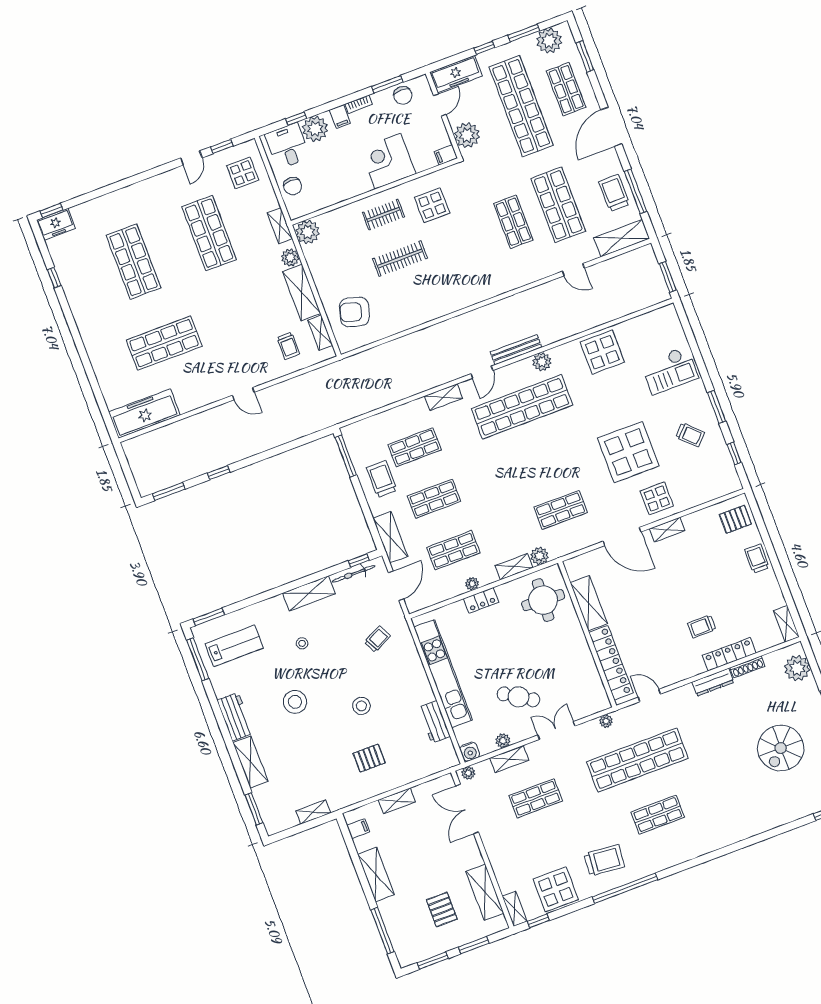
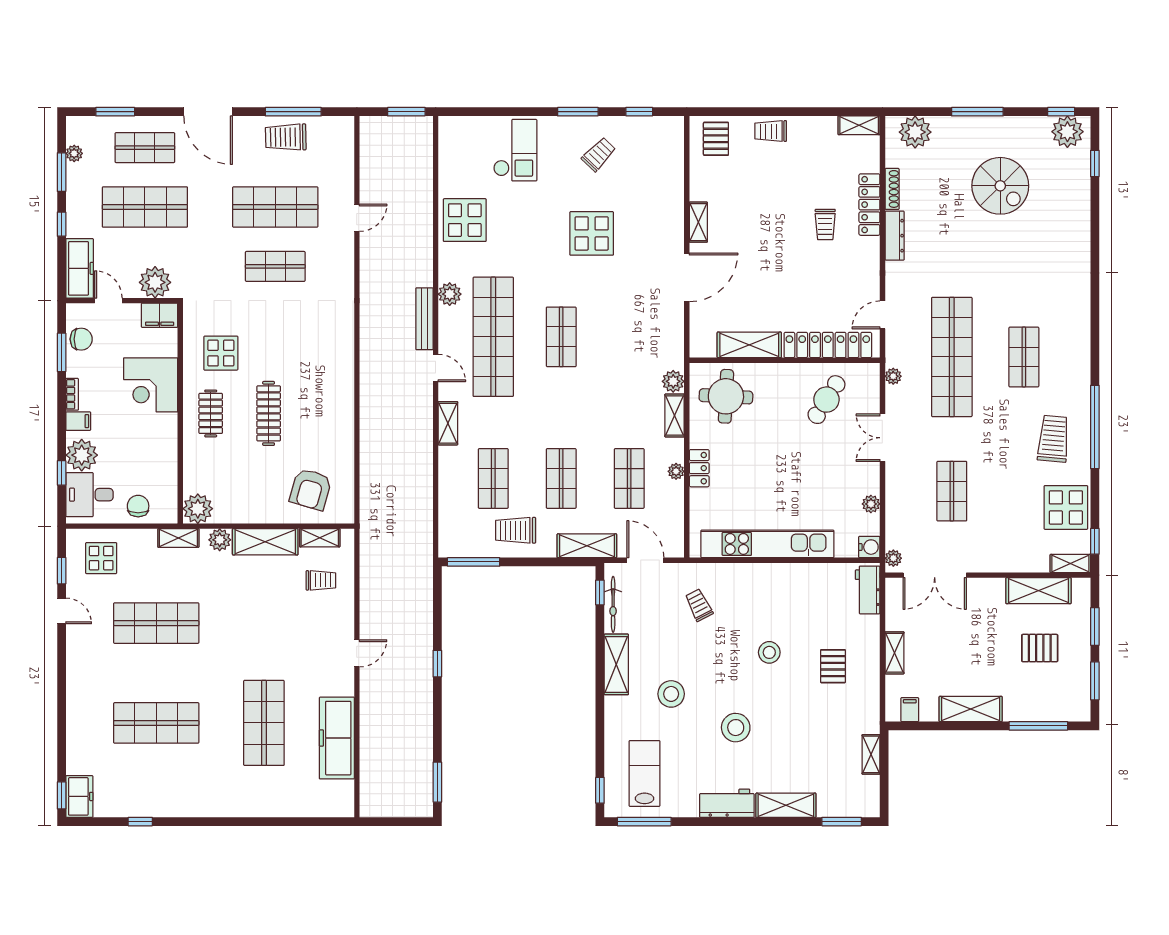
plant: (549, 41) -> (74, 153), width x0.53, depth x0.53
shop shelf: (521, 106) -> (145, 207), width x0.71
filing cabinet: (446, 155) -> (160, 315), width x2.00
chair: (293, 186) -> (138, 506), turned -90
shelving: (622, 238) -> (341, 148), removed
freezer: (144, 414) -> (337, 738), moved
display table: (628, 452) -> (592, 233), width x0.73, depth x0.73
window: (219, 473) -> (437, 664), moved
display table: (657, 498) -> (658, 221), removed
shop shelf: (561, 510) -> (561, 337), moved
window: (209, 617) -> (600, 790), width x0.67
stool: (302, 643) -> (671, 694), width x1.89, depth x1.89
cafe table: (518, 697) -> (826, 400), moved
workbench: (434, 722) -> (868, 590), moved, turned 90
shelving: (509, 759) -> (895, 505), removed

